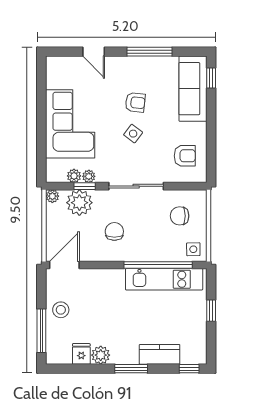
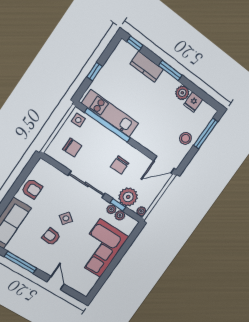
armchair: (185, 156) -> (32, 189), moved, turned 180

